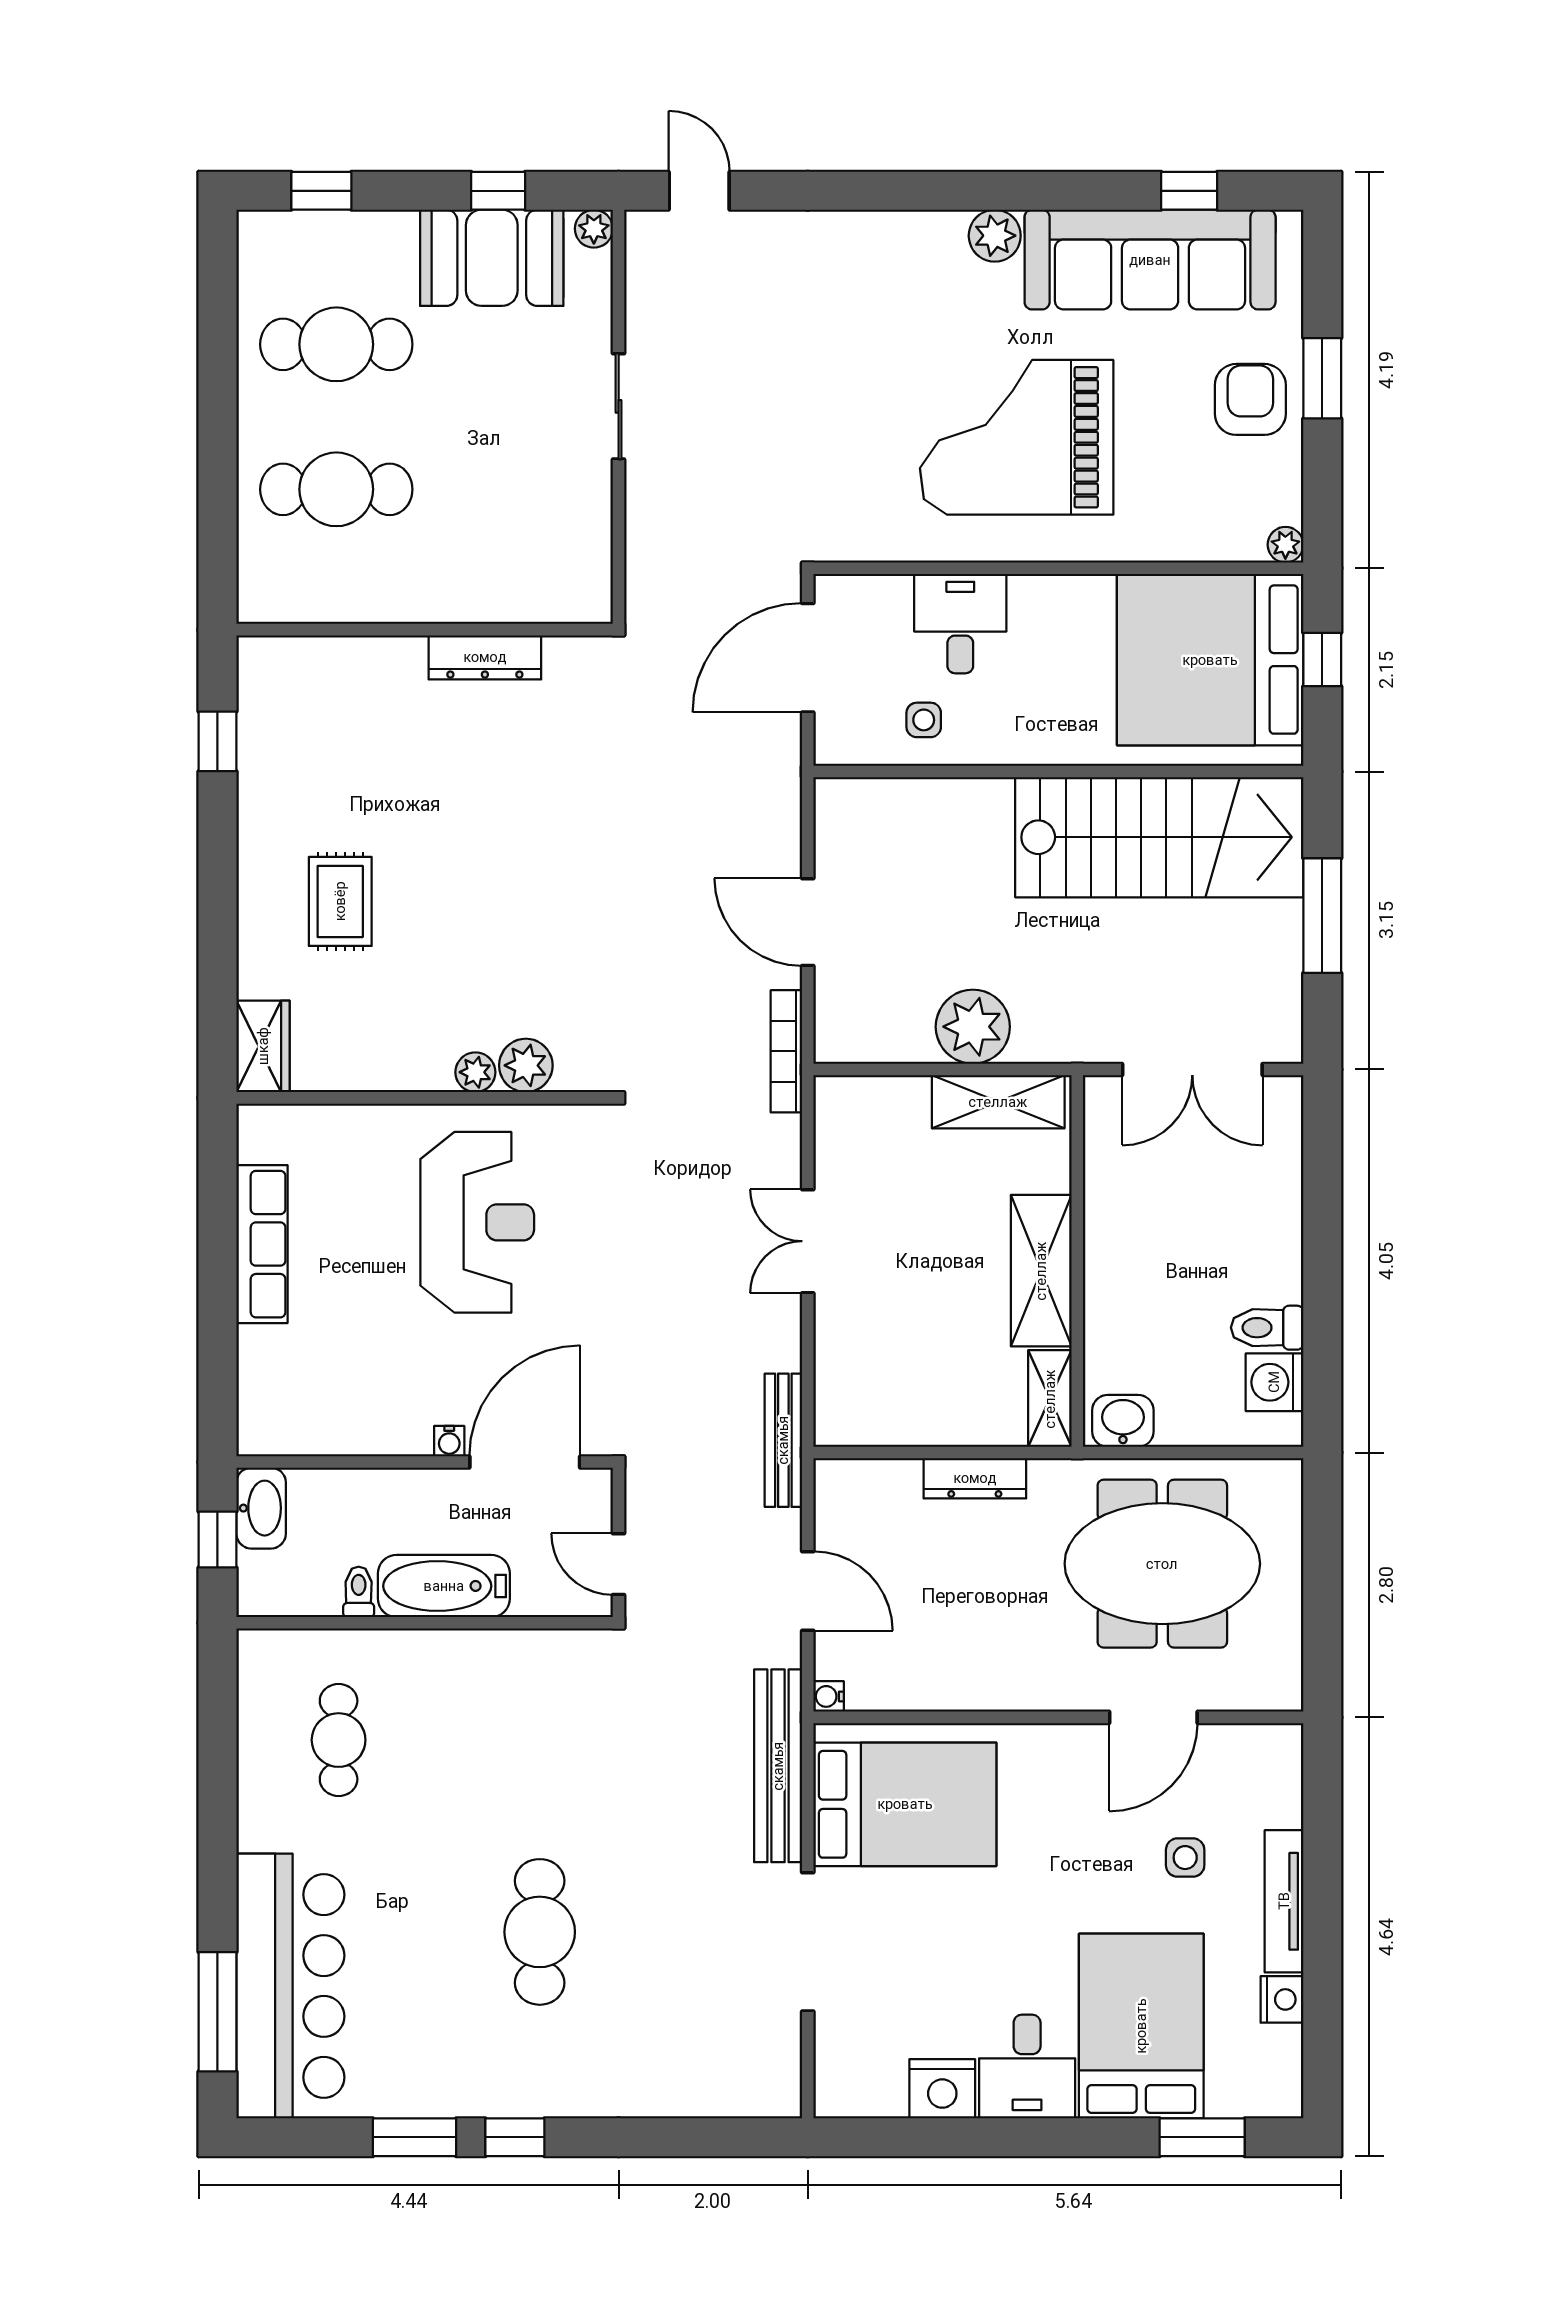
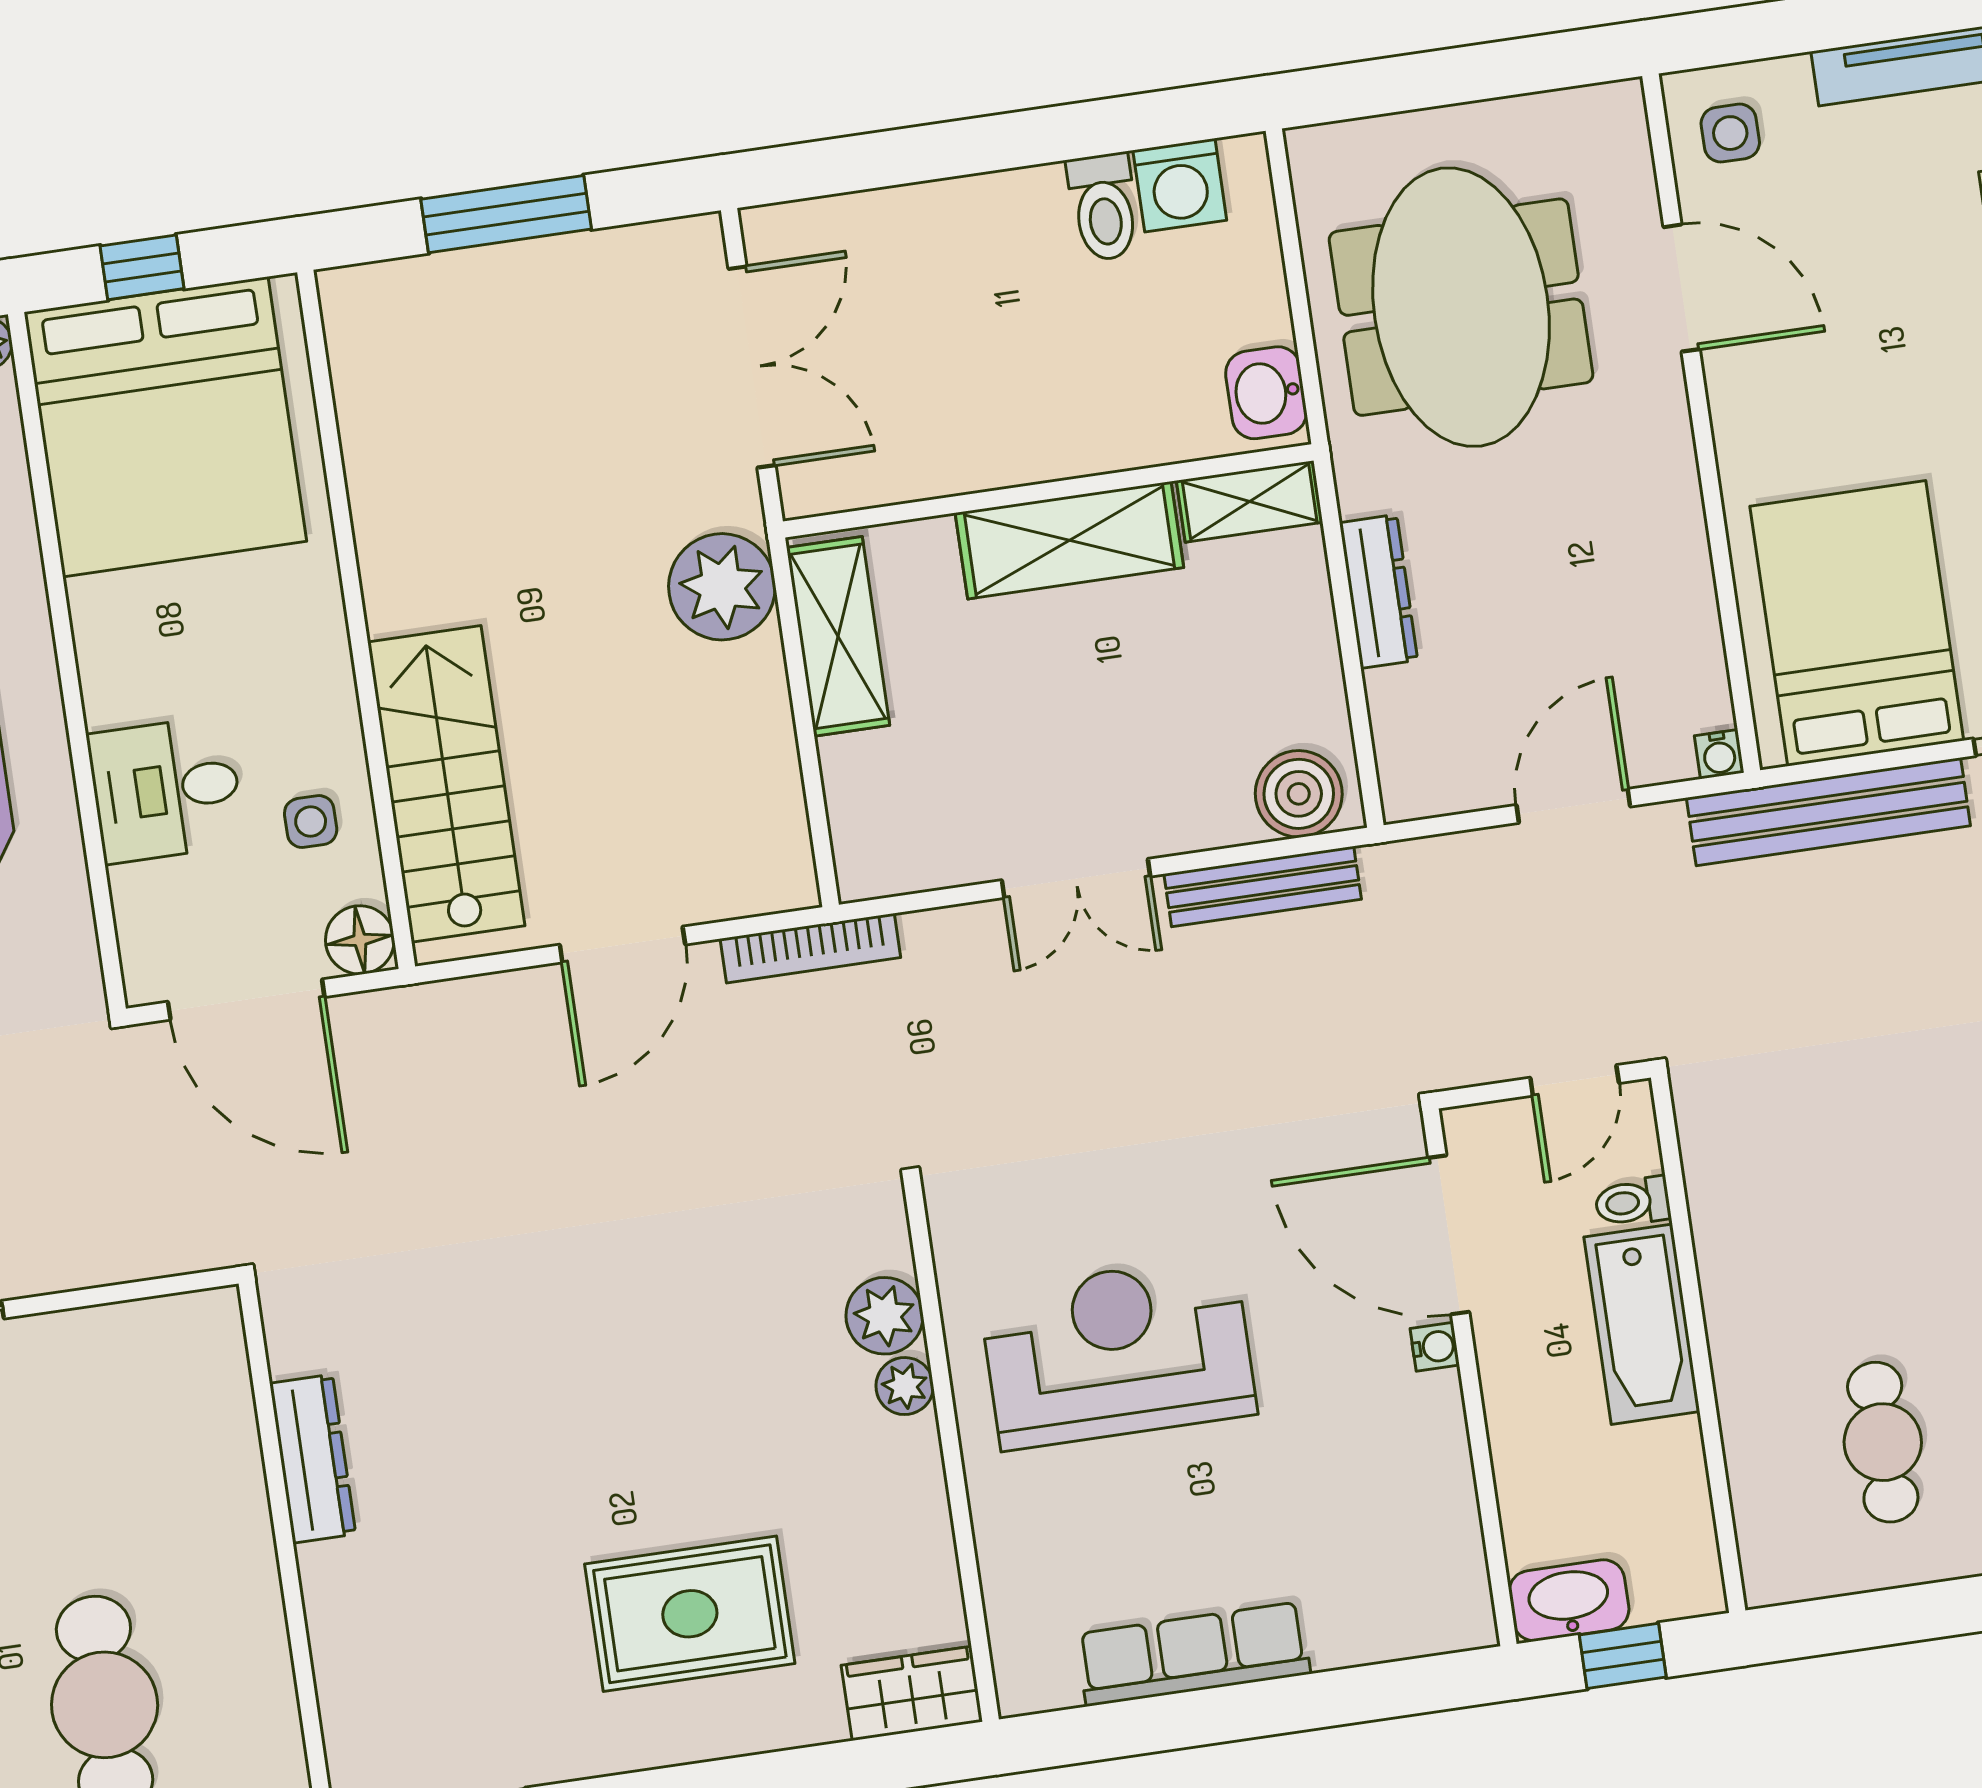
floor lamp: (837, 742) -> (360, 940), added
stairs: (1159, 837) -> (446, 784), moved, width x0.73, depth x0.66
rug: (340, 901) -> (690, 1614), width x1.36, depth x1.43
plant: (973, 1027) -> (722, 587), moved
boiler: (844, 1403) -> (1299, 794), added
bench: (783, 1440) -> (1263, 887), moved
toilet: (359, 1592) -> (1633, 1202), moved
cafe table: (339, 1740) -> (1883, 1442), turned 90
side table: (1185, 1858) -> (1730, 133), moved

